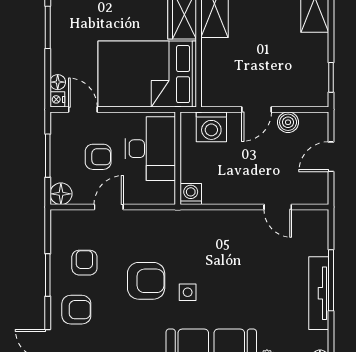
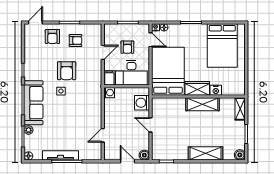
door: (83, 110) -> (151, 40), hinge flipped
boiler: (288, 122) -> (144, 155), moved
floor lamp: (61, 194) -> (109, 29), removed
filing cabinet: (161, 194) -> (109, 78), added
door: (109, 207) -> (103, 52), hinge flipped

